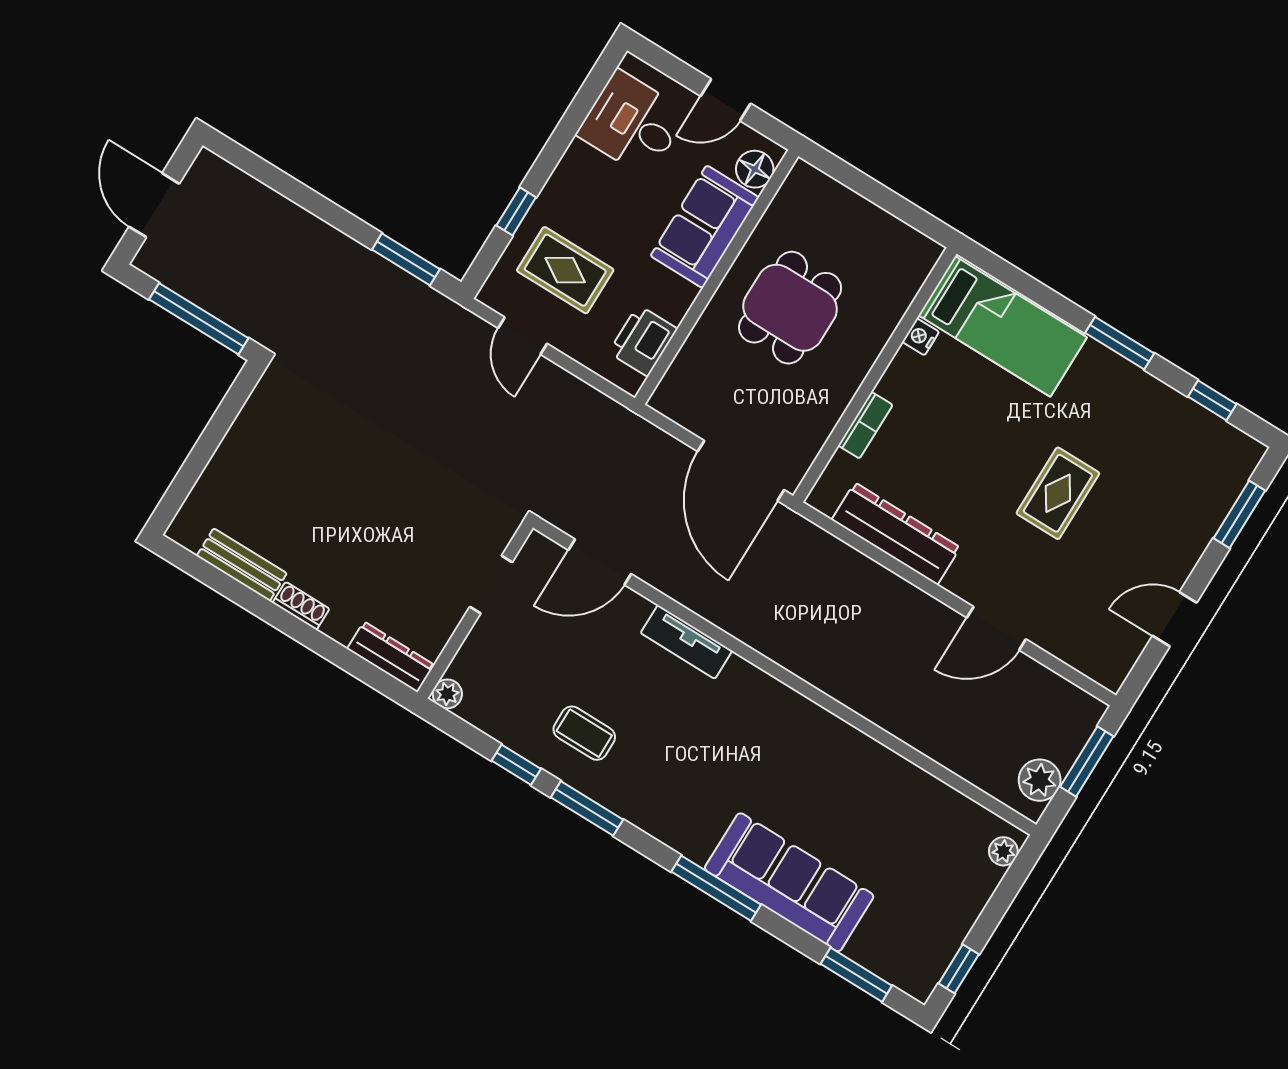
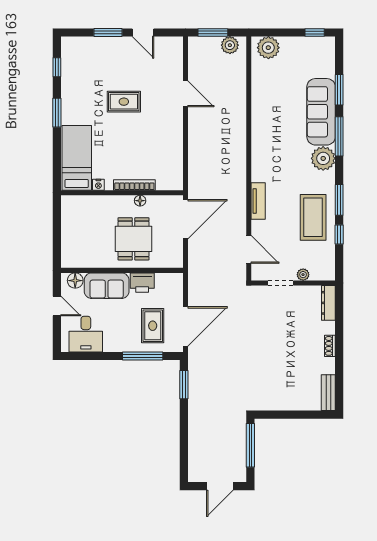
window: (516, 211) -> (143, 356), width x2.17
dining table: (790, 308) -> (134, 239), moved, turned 90
door: (523, 336) -> (185, 326), width x1.88
printer: (643, 341) -> (142, 283), moved
floor lamp: (836, 402) -> (140, 201), added
bookcase: (865, 425) -> (134, 185), width x1.56
window: (1239, 514) -> (108, 33), moved
dresser: (896, 534) -> (174, 150), removed
bench: (242, 565) -> (328, 393), moved
plant: (447, 694) -> (303, 275), moved
coffee table: (584, 733) -> (313, 217), width x1.86, depth x1.72
plant: (691, 828) -> (323, 158), added
plant: (1003, 851) -> (268, 48), width x1.88, depth x1.88
window: (856, 975) -> (339, 90), moved

